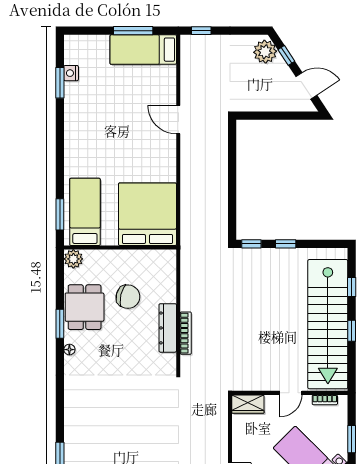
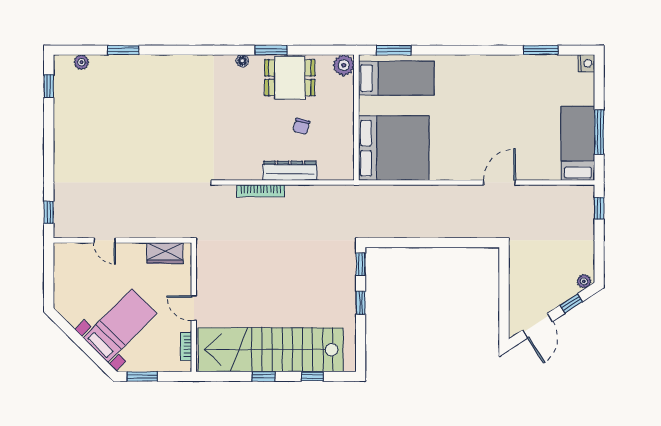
plant: (265, 52) -> (584, 281), width x0.53, depth x0.53
nightstand: (71, 73) -> (587, 63), moved, turned 90
chair: (128, 297) -> (301, 126), width x0.54, depth x0.54
dresser: (168, 328) -> (290, 171), moved
wardrobe: (248, 404) -> (165, 253), moved, turned -90

